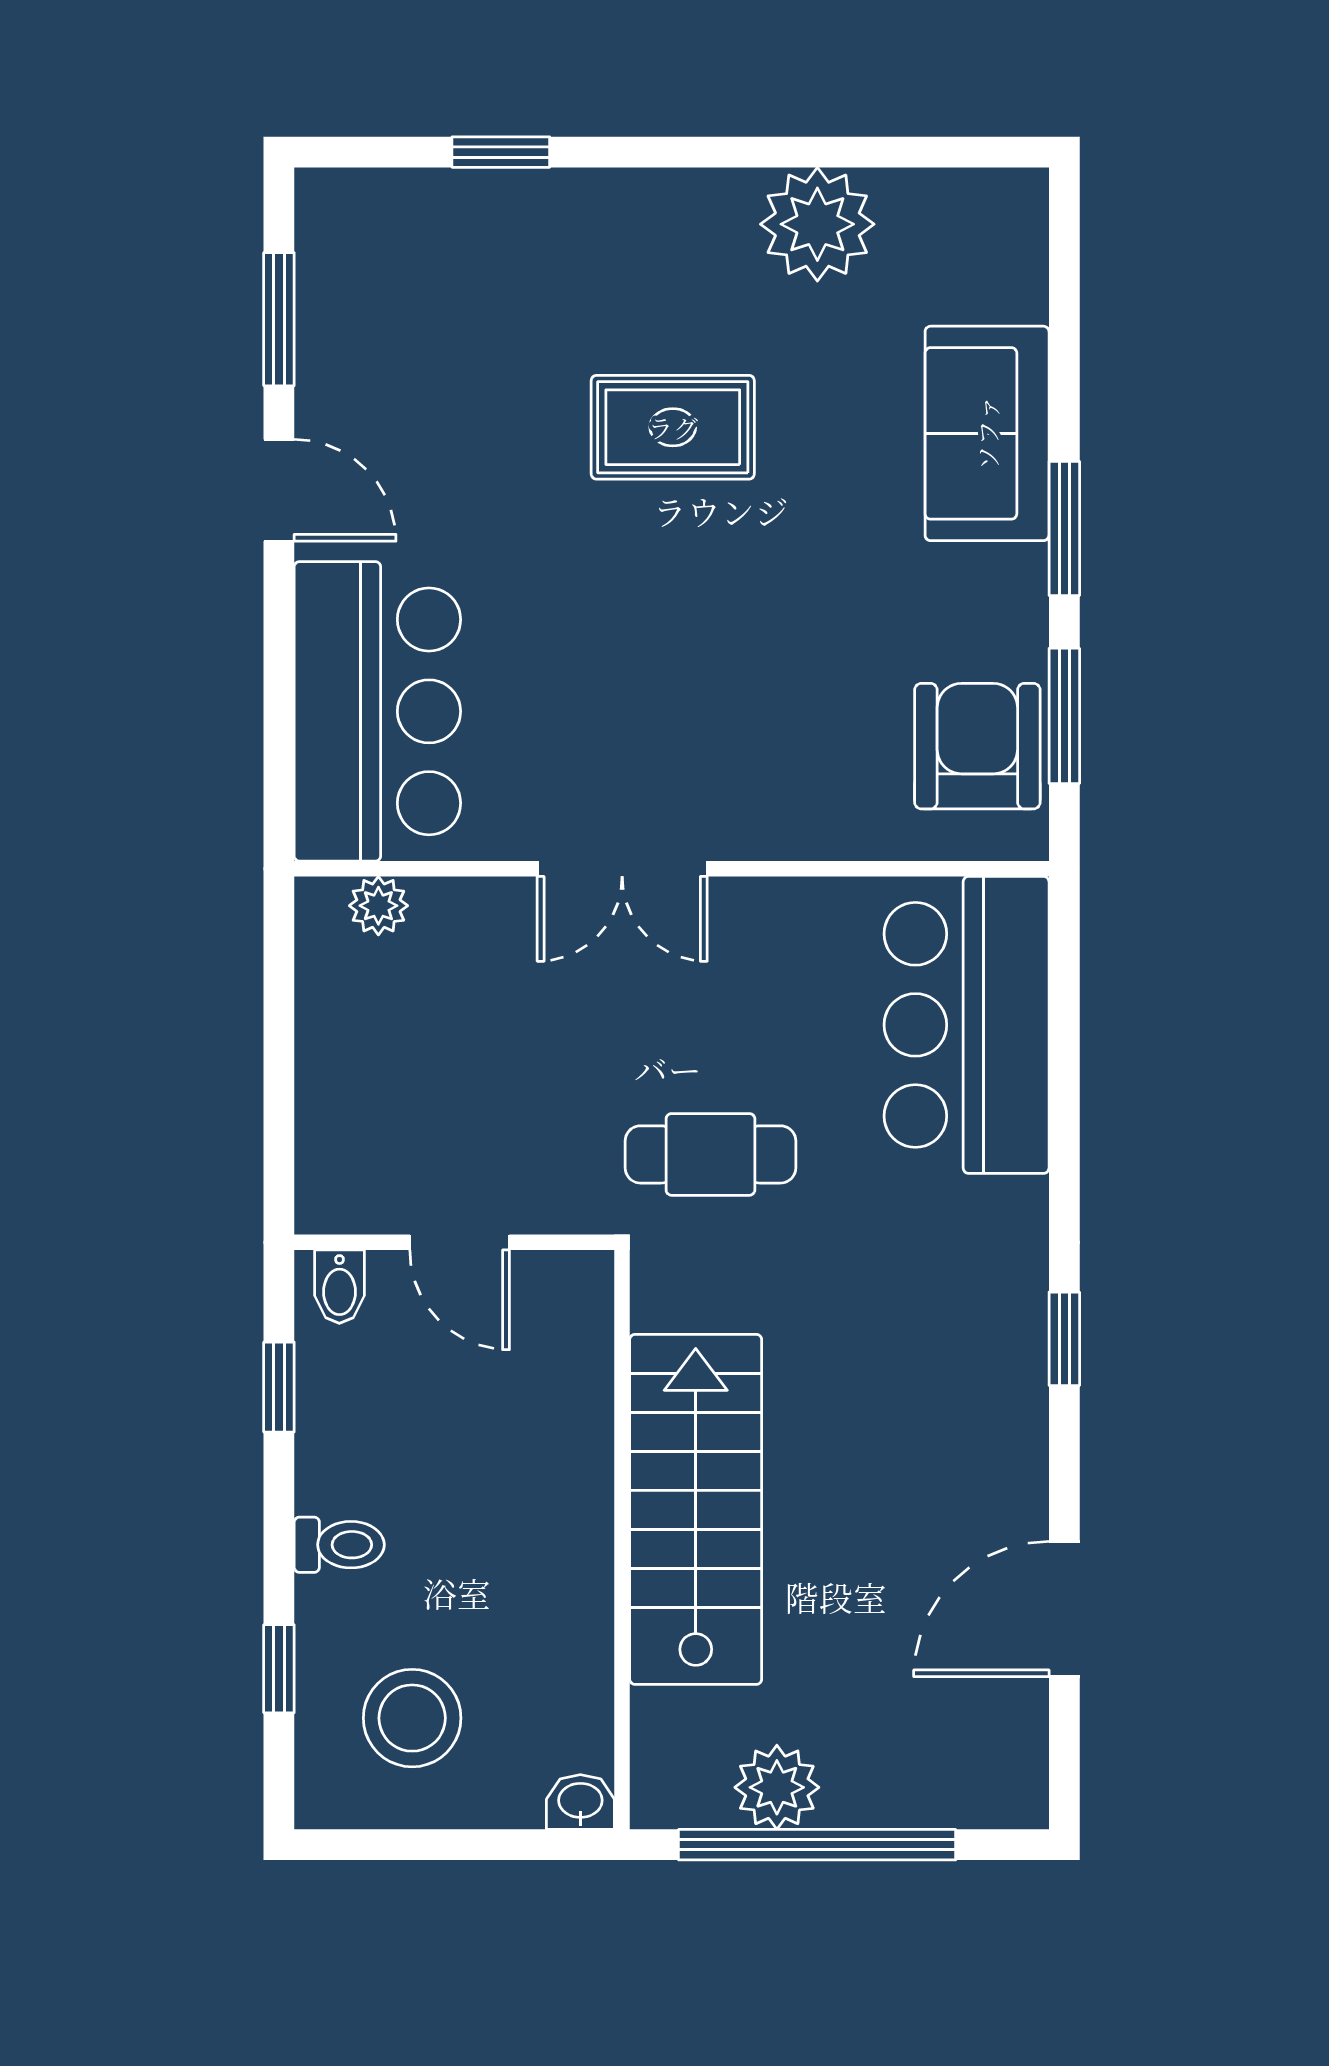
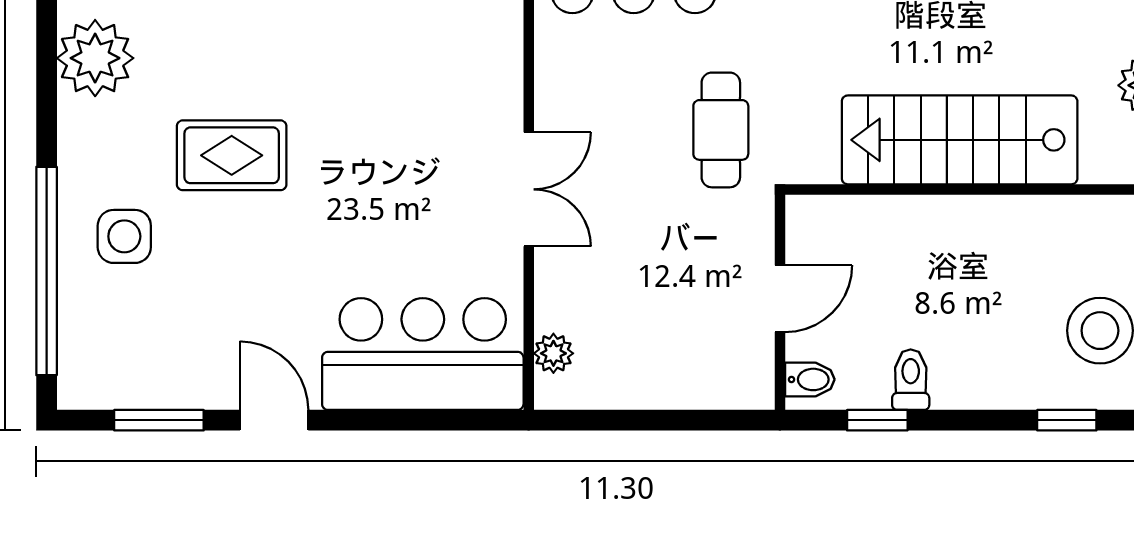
window: (501, 152) -> (47, 271), width x3.17
side table: (552, 268) -> (124, 236), added
rug: (673, 427) -> (232, 155), turned 90
door: (279, 490) -> (274, 420), hinge flipped
toilet: (339, 1545) -> (911, 380), moved

